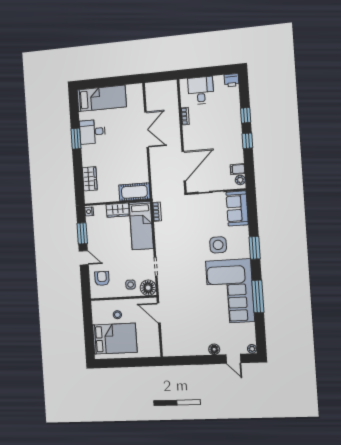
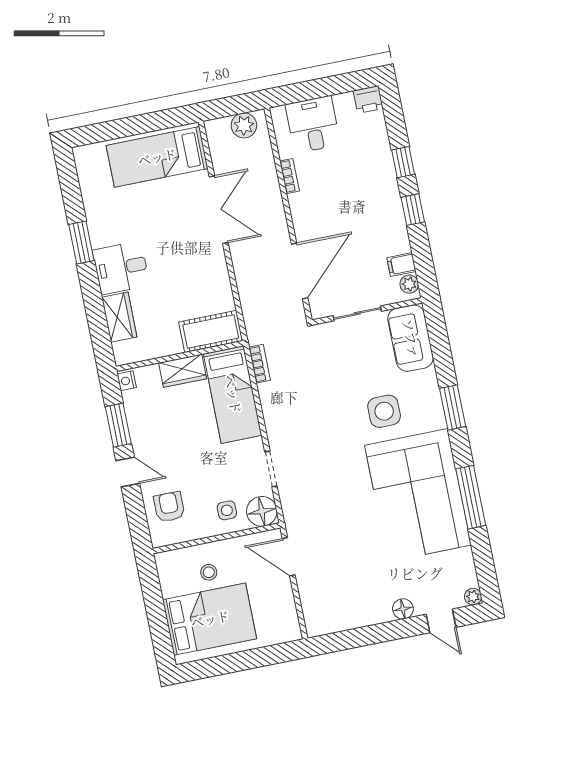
plant: (165, 87) -> (244, 125), added
bed: (102, 98) -> (157, 157), moved, turned 180
desk: (92, 132) -> (121, 268), moved

